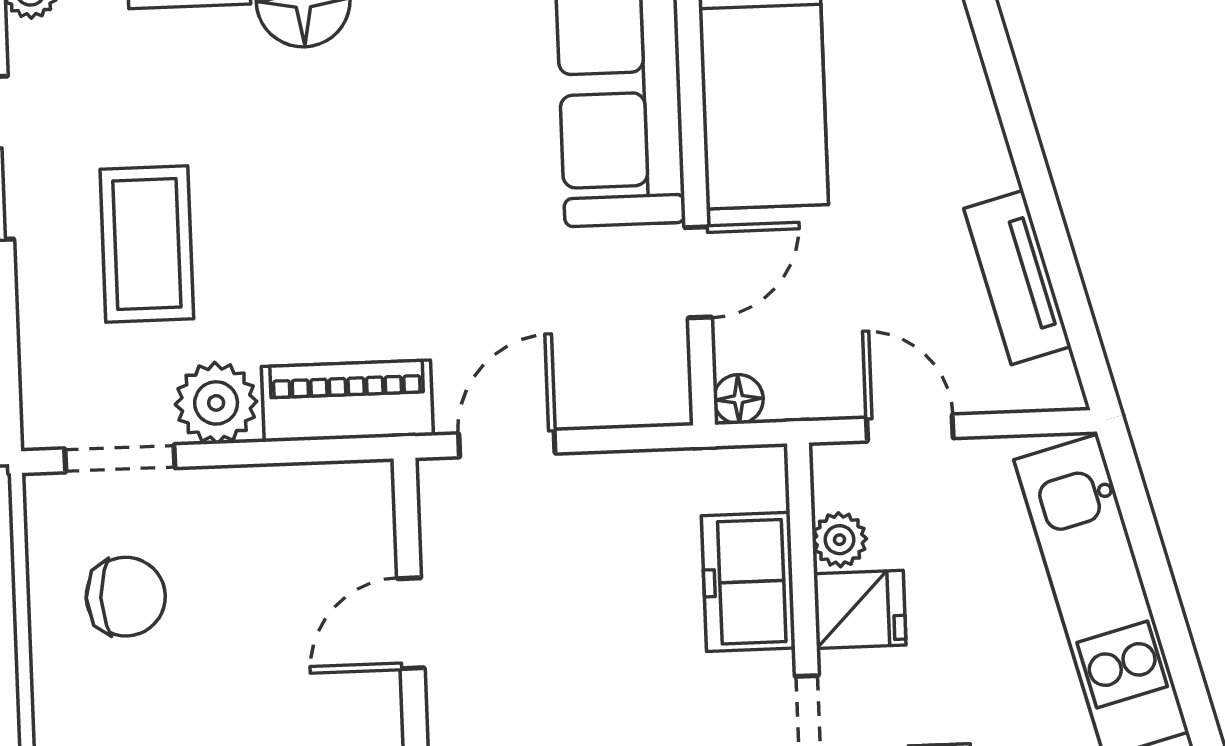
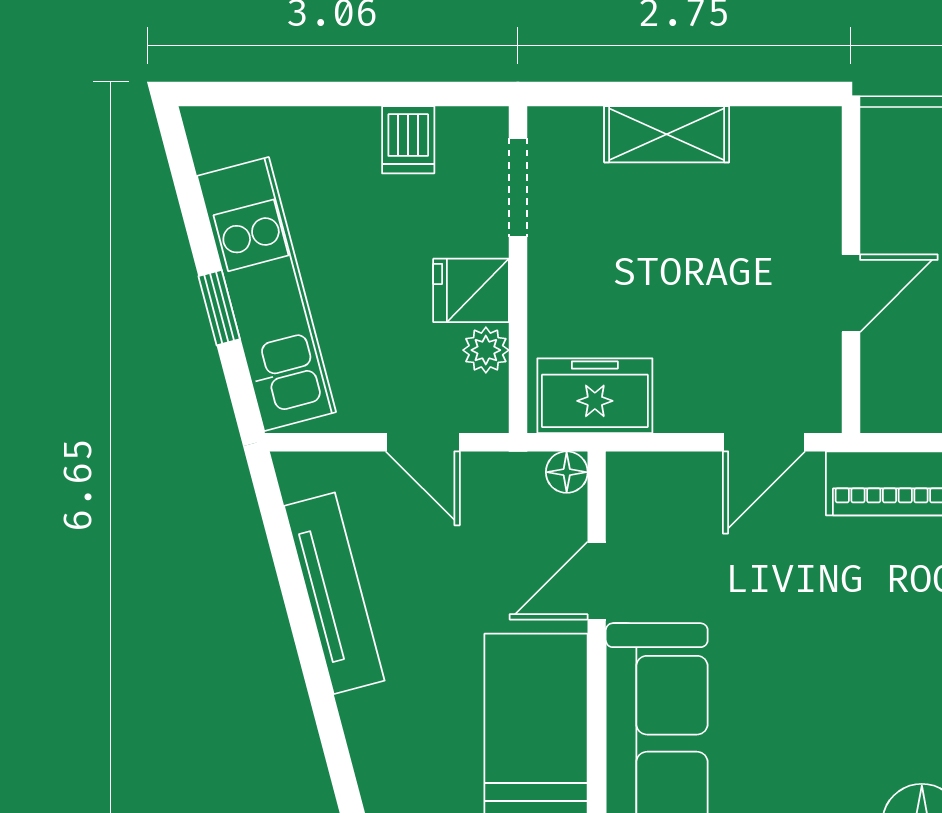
tv unit: (1017, 277) -> (334, 593), width x1.41
window: (1157, 578) -> (219, 308), added
freezer: (748, 582) -> (595, 396), moved, turned -90

